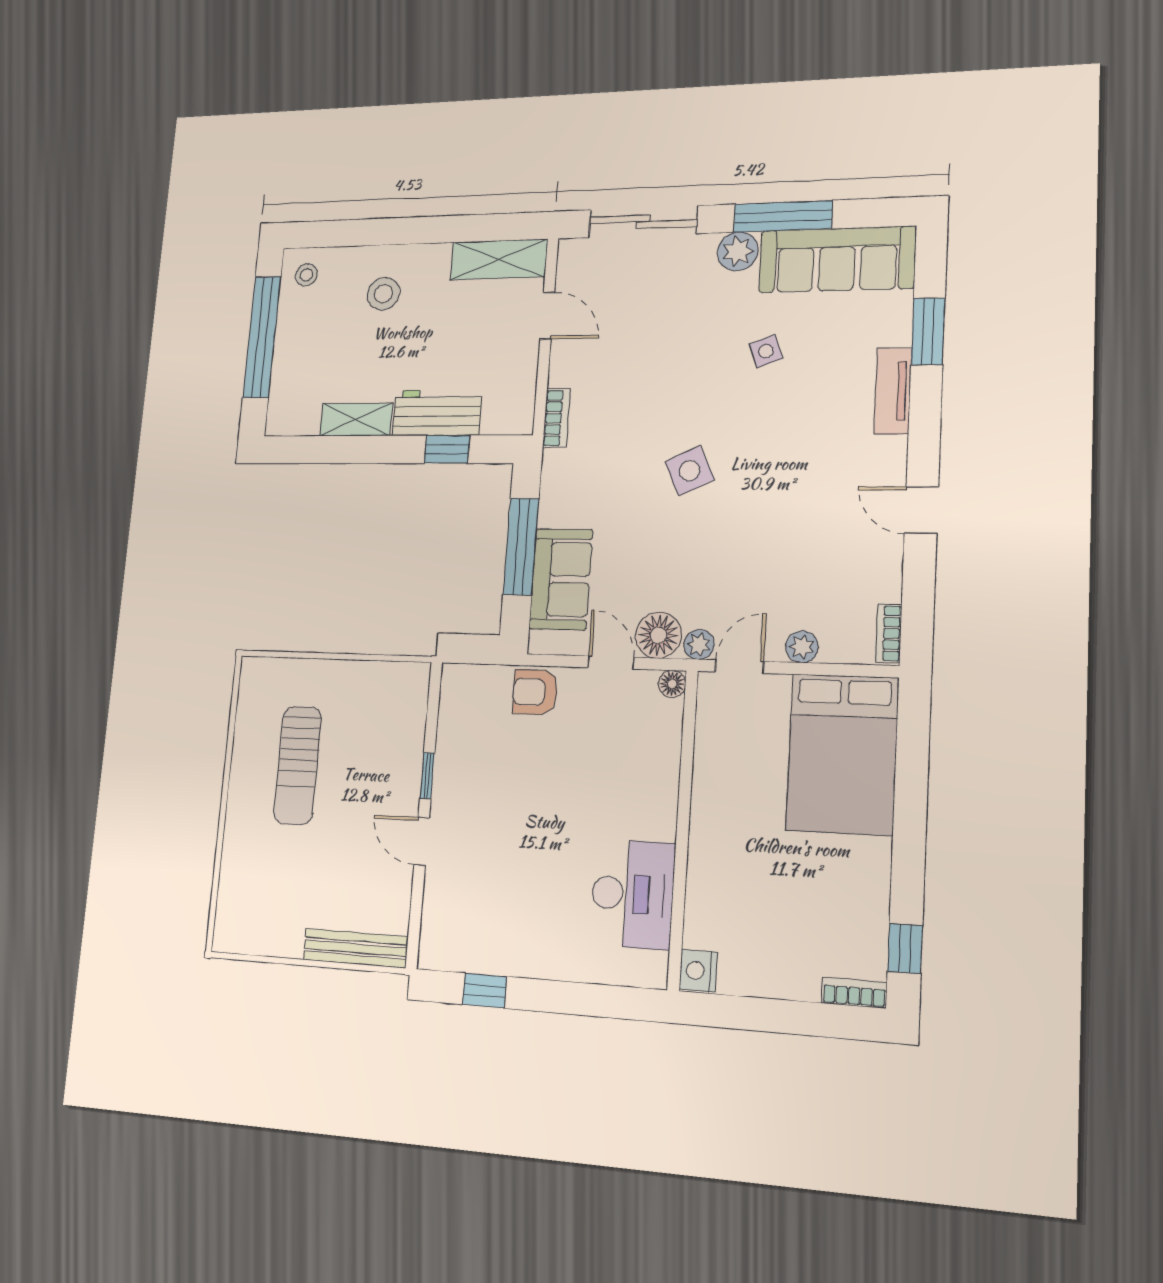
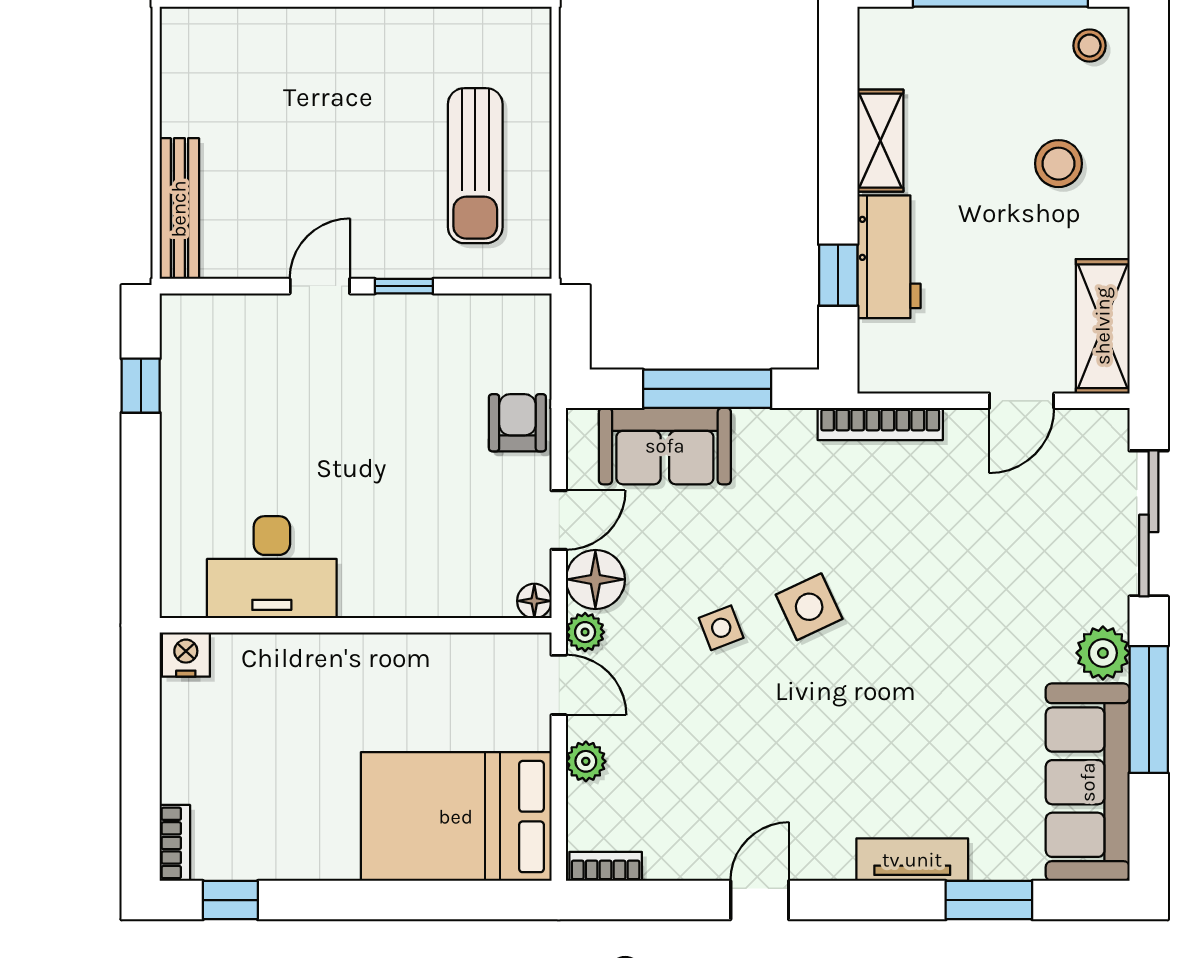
side table: (766, 351) -> (721, 628), moved
bookcase: (556, 418) -> (880, 424), width x1.56
sun lounger: (298, 765) -> (475, 166), moved, turned -90

